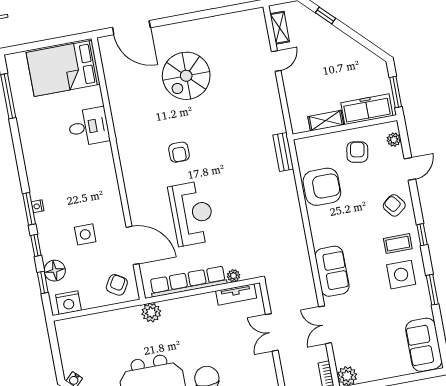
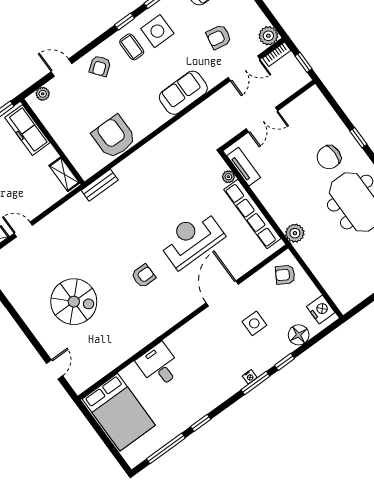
door: (131, 28) -> (55, 369), width x0.53
shelving: (326, 121) -> (64, 174), moved
armchair: (357, 152) -> (219, 37), moved
window: (422, 235) -> (125, 22), moved
door: (132, 245) -> (222, 294), moved
window: (43, 282) -> (201, 423), moved
double door: (325, 325) -> (244, 68), moved

